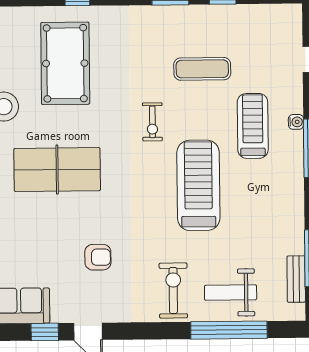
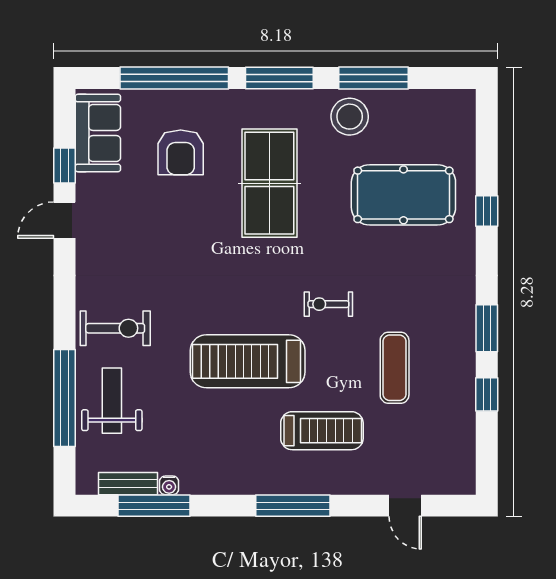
water cooler: (296, 122) -> (169, 485), moved
treadmill: (198, 185) -> (248, 361), turned 180
armchair: (98, 257) -> (181, 152), moved, width x1.38, depth x1.38

